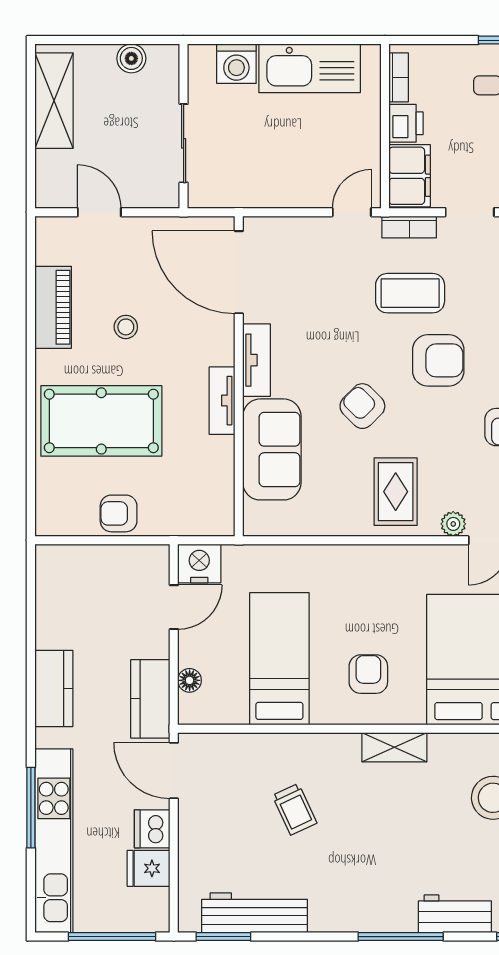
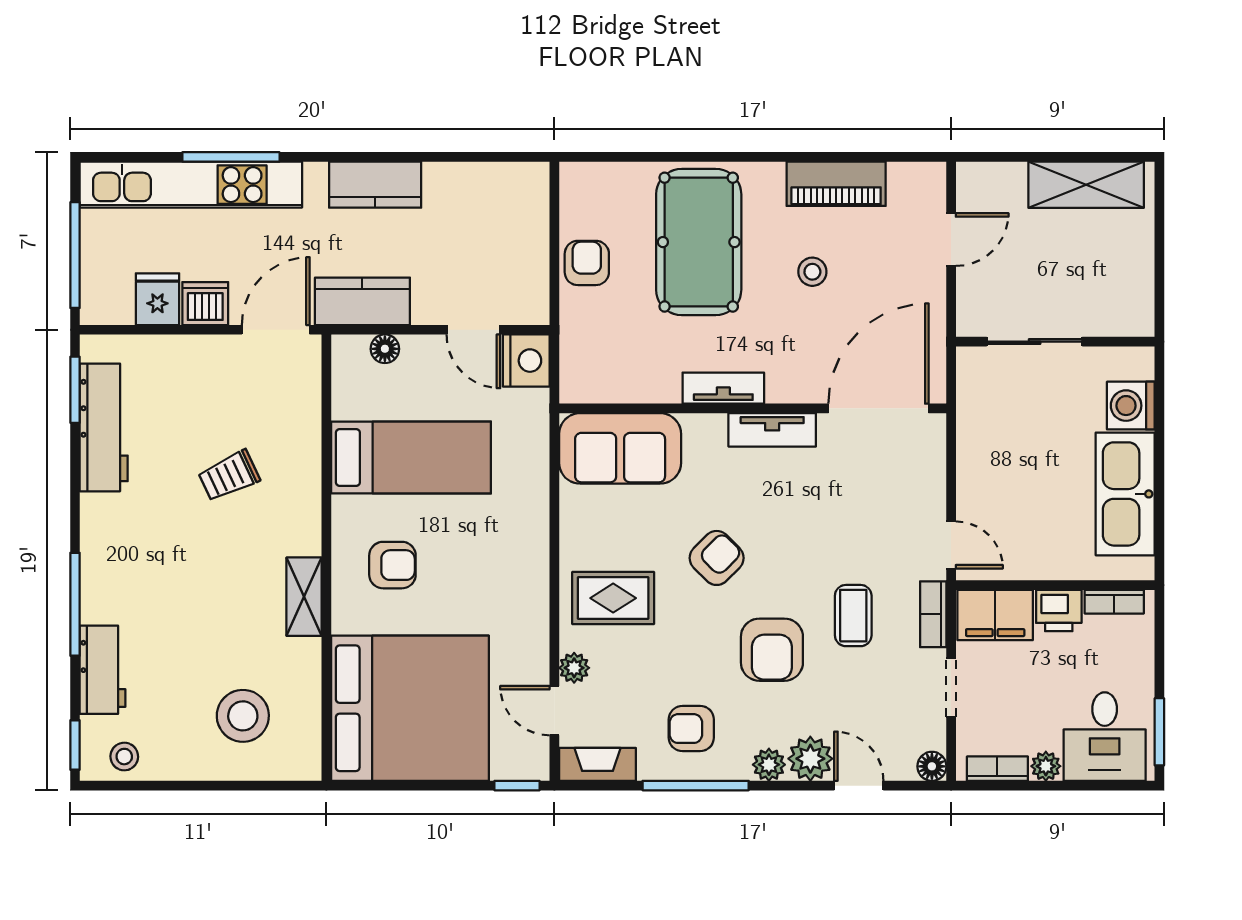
boiler: (131, 58) -> (1137, 278), removed
coffee table: (410, 293) -> (853, 616), width x0.73, depth x0.77
sofa: (272, 449) -> (620, 448), moved

